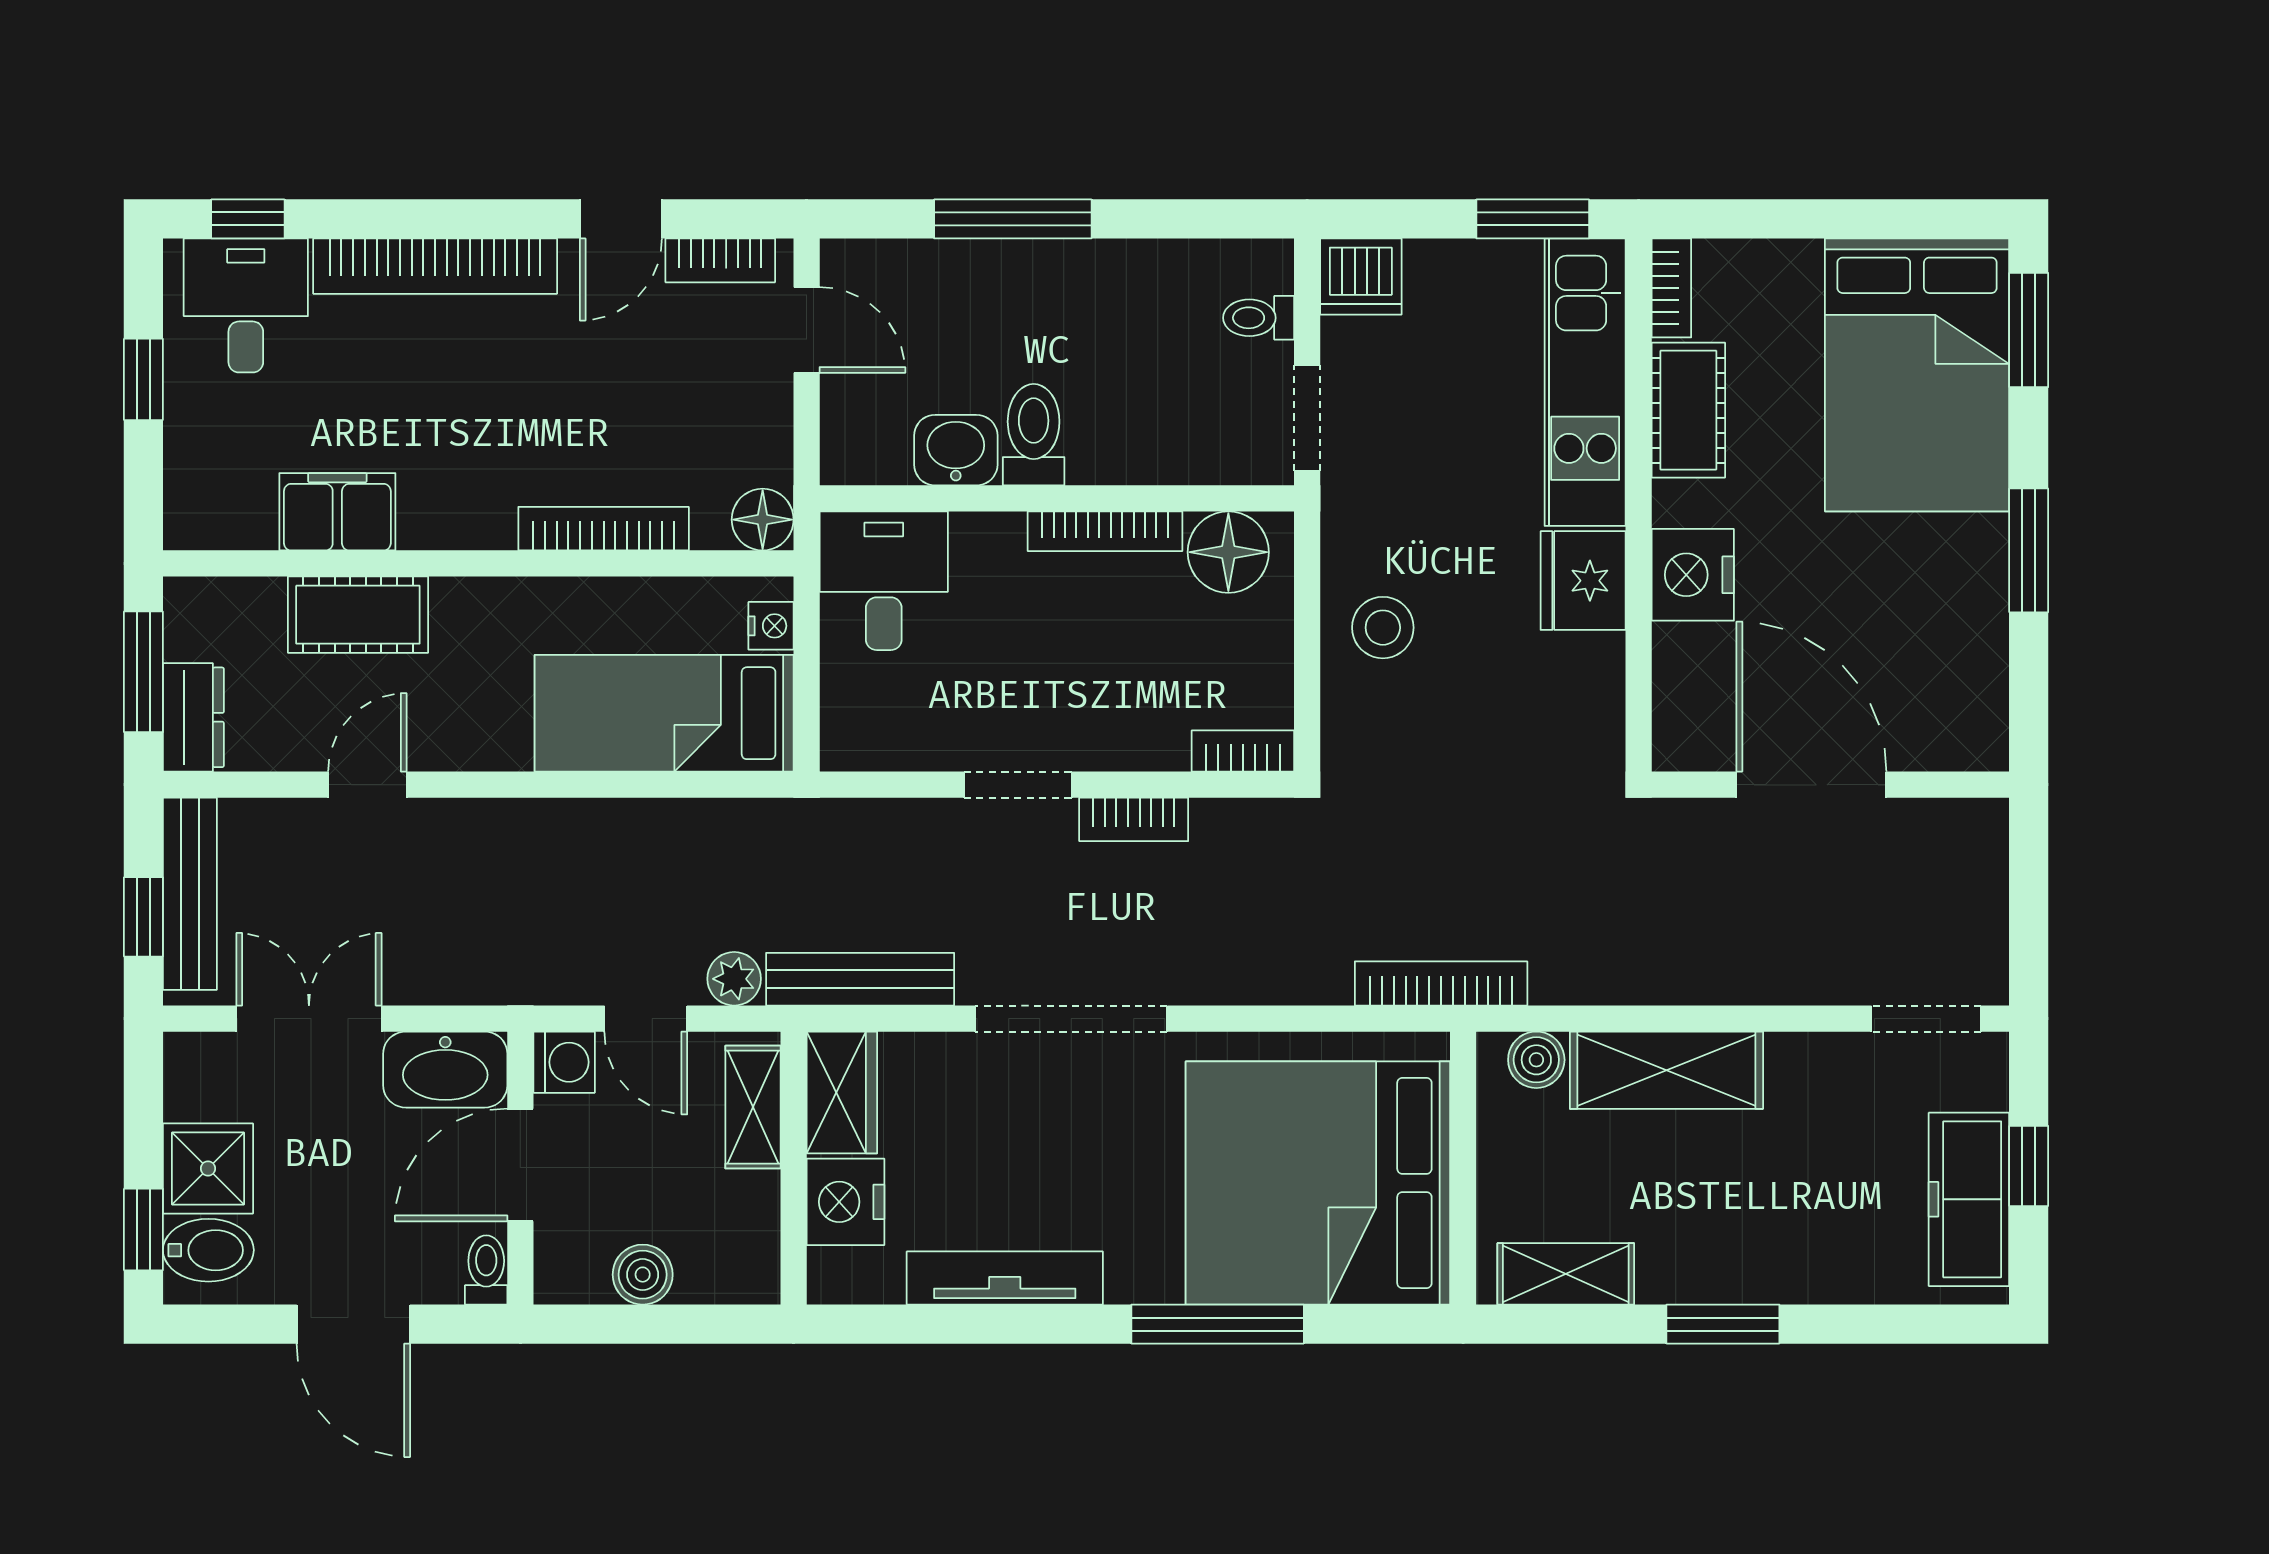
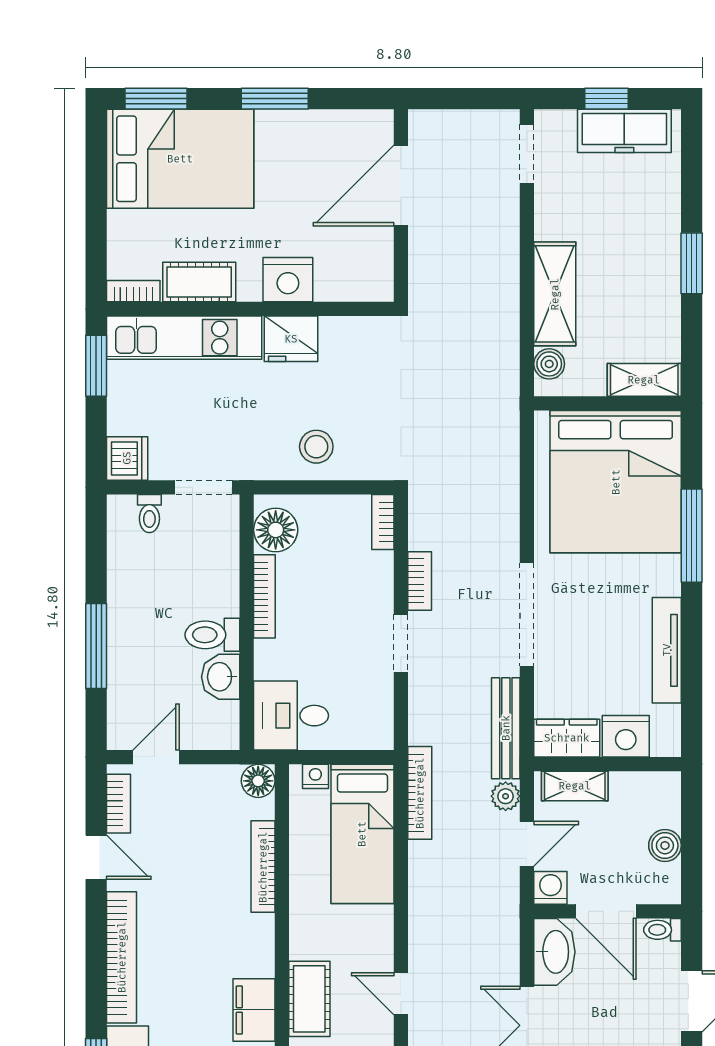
door: (1811, 785) -> (401, 185), moved
bookcase: (1441, 983) -> (420, 793), moved, turned 180
shelving: (1566, 1274) -> (644, 380), moved, turned 90

